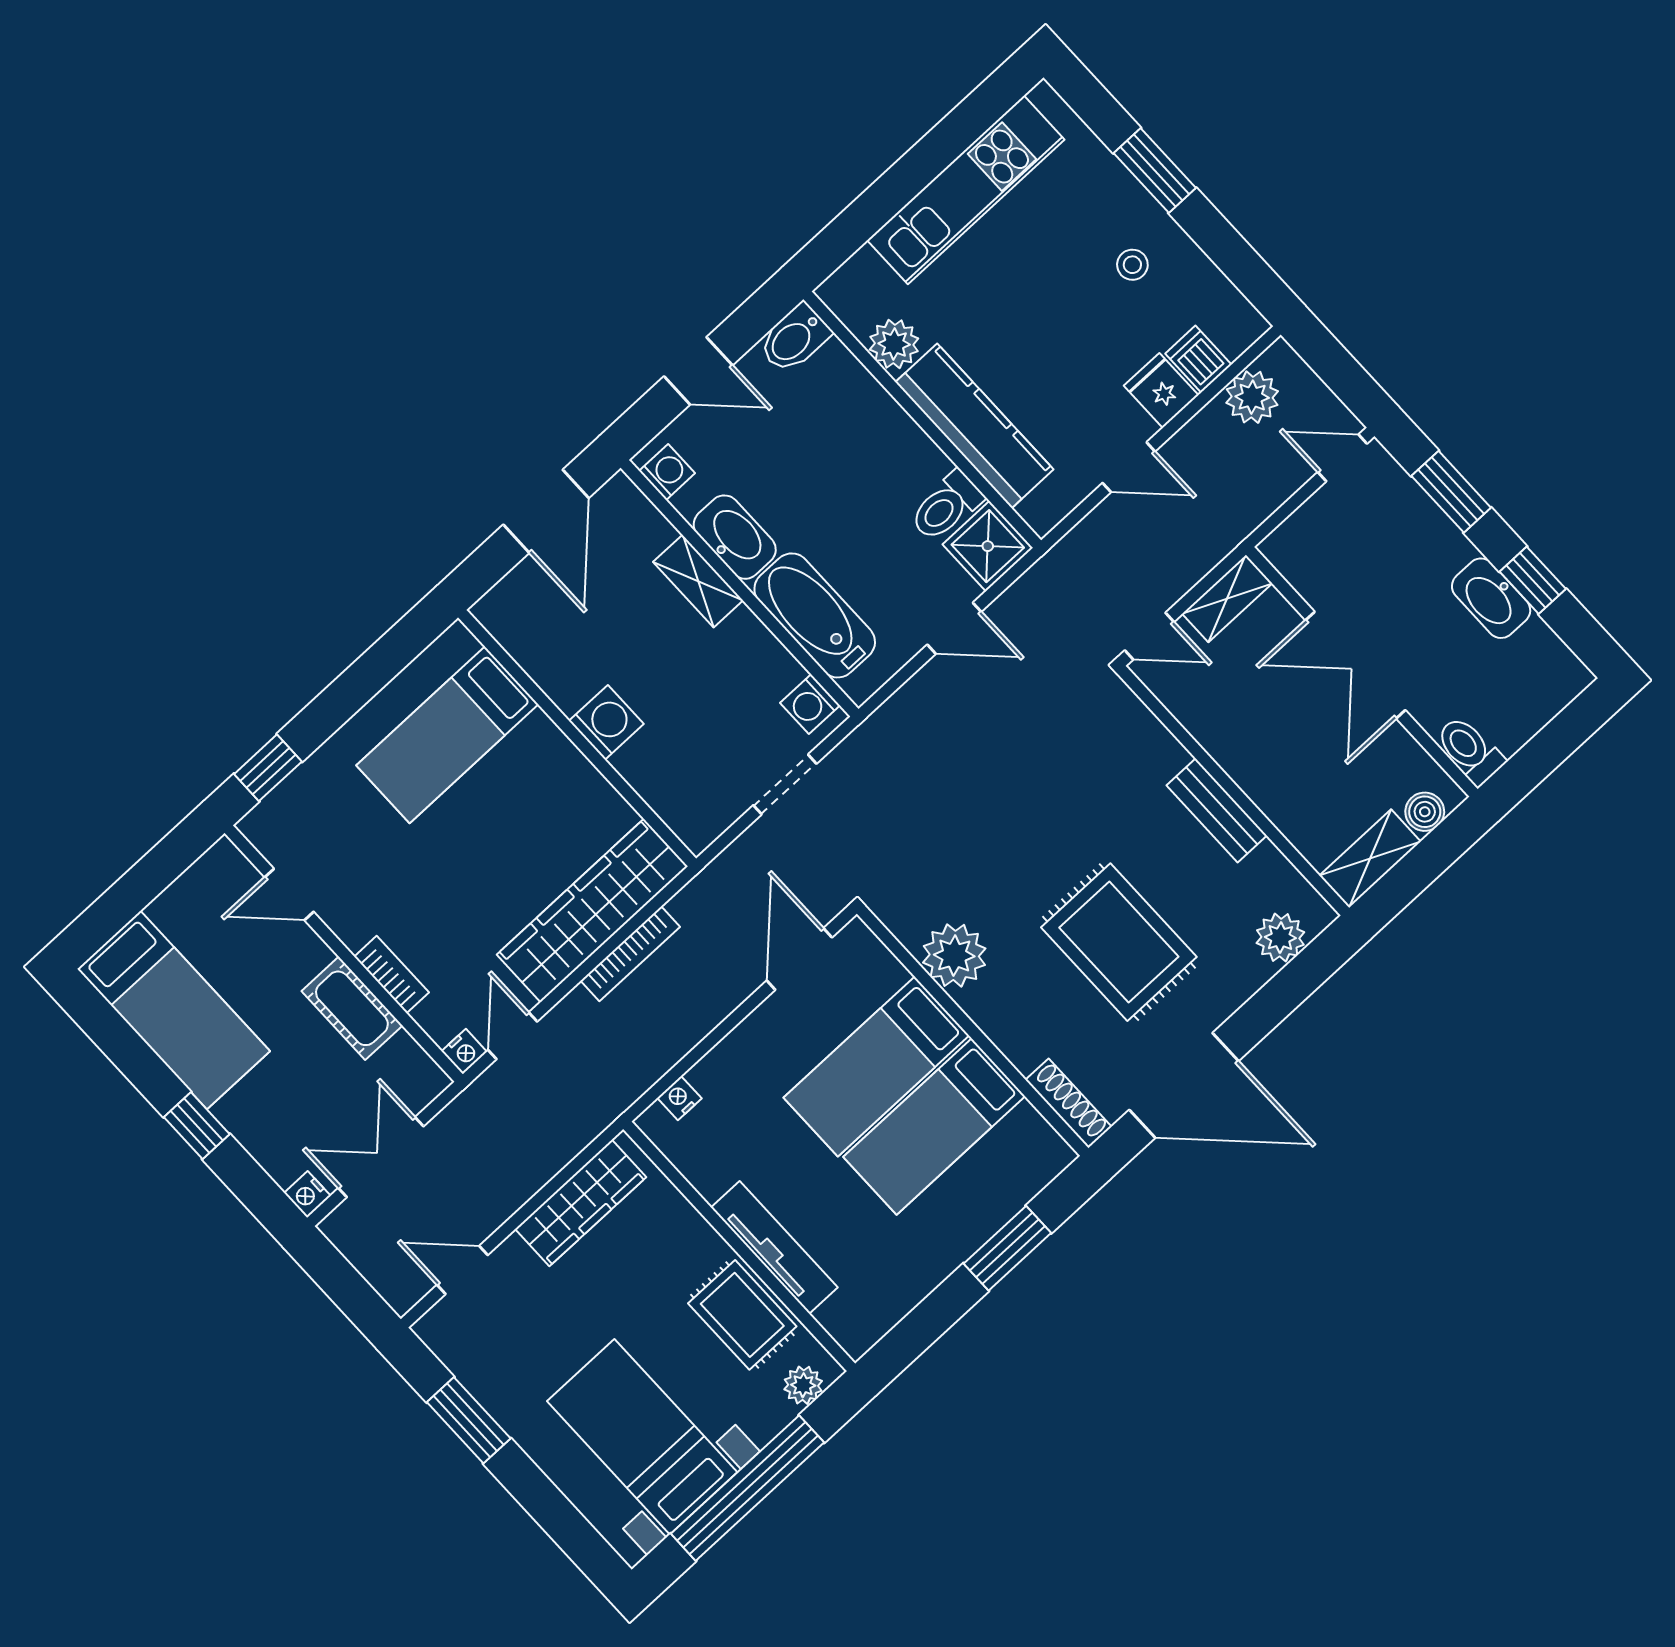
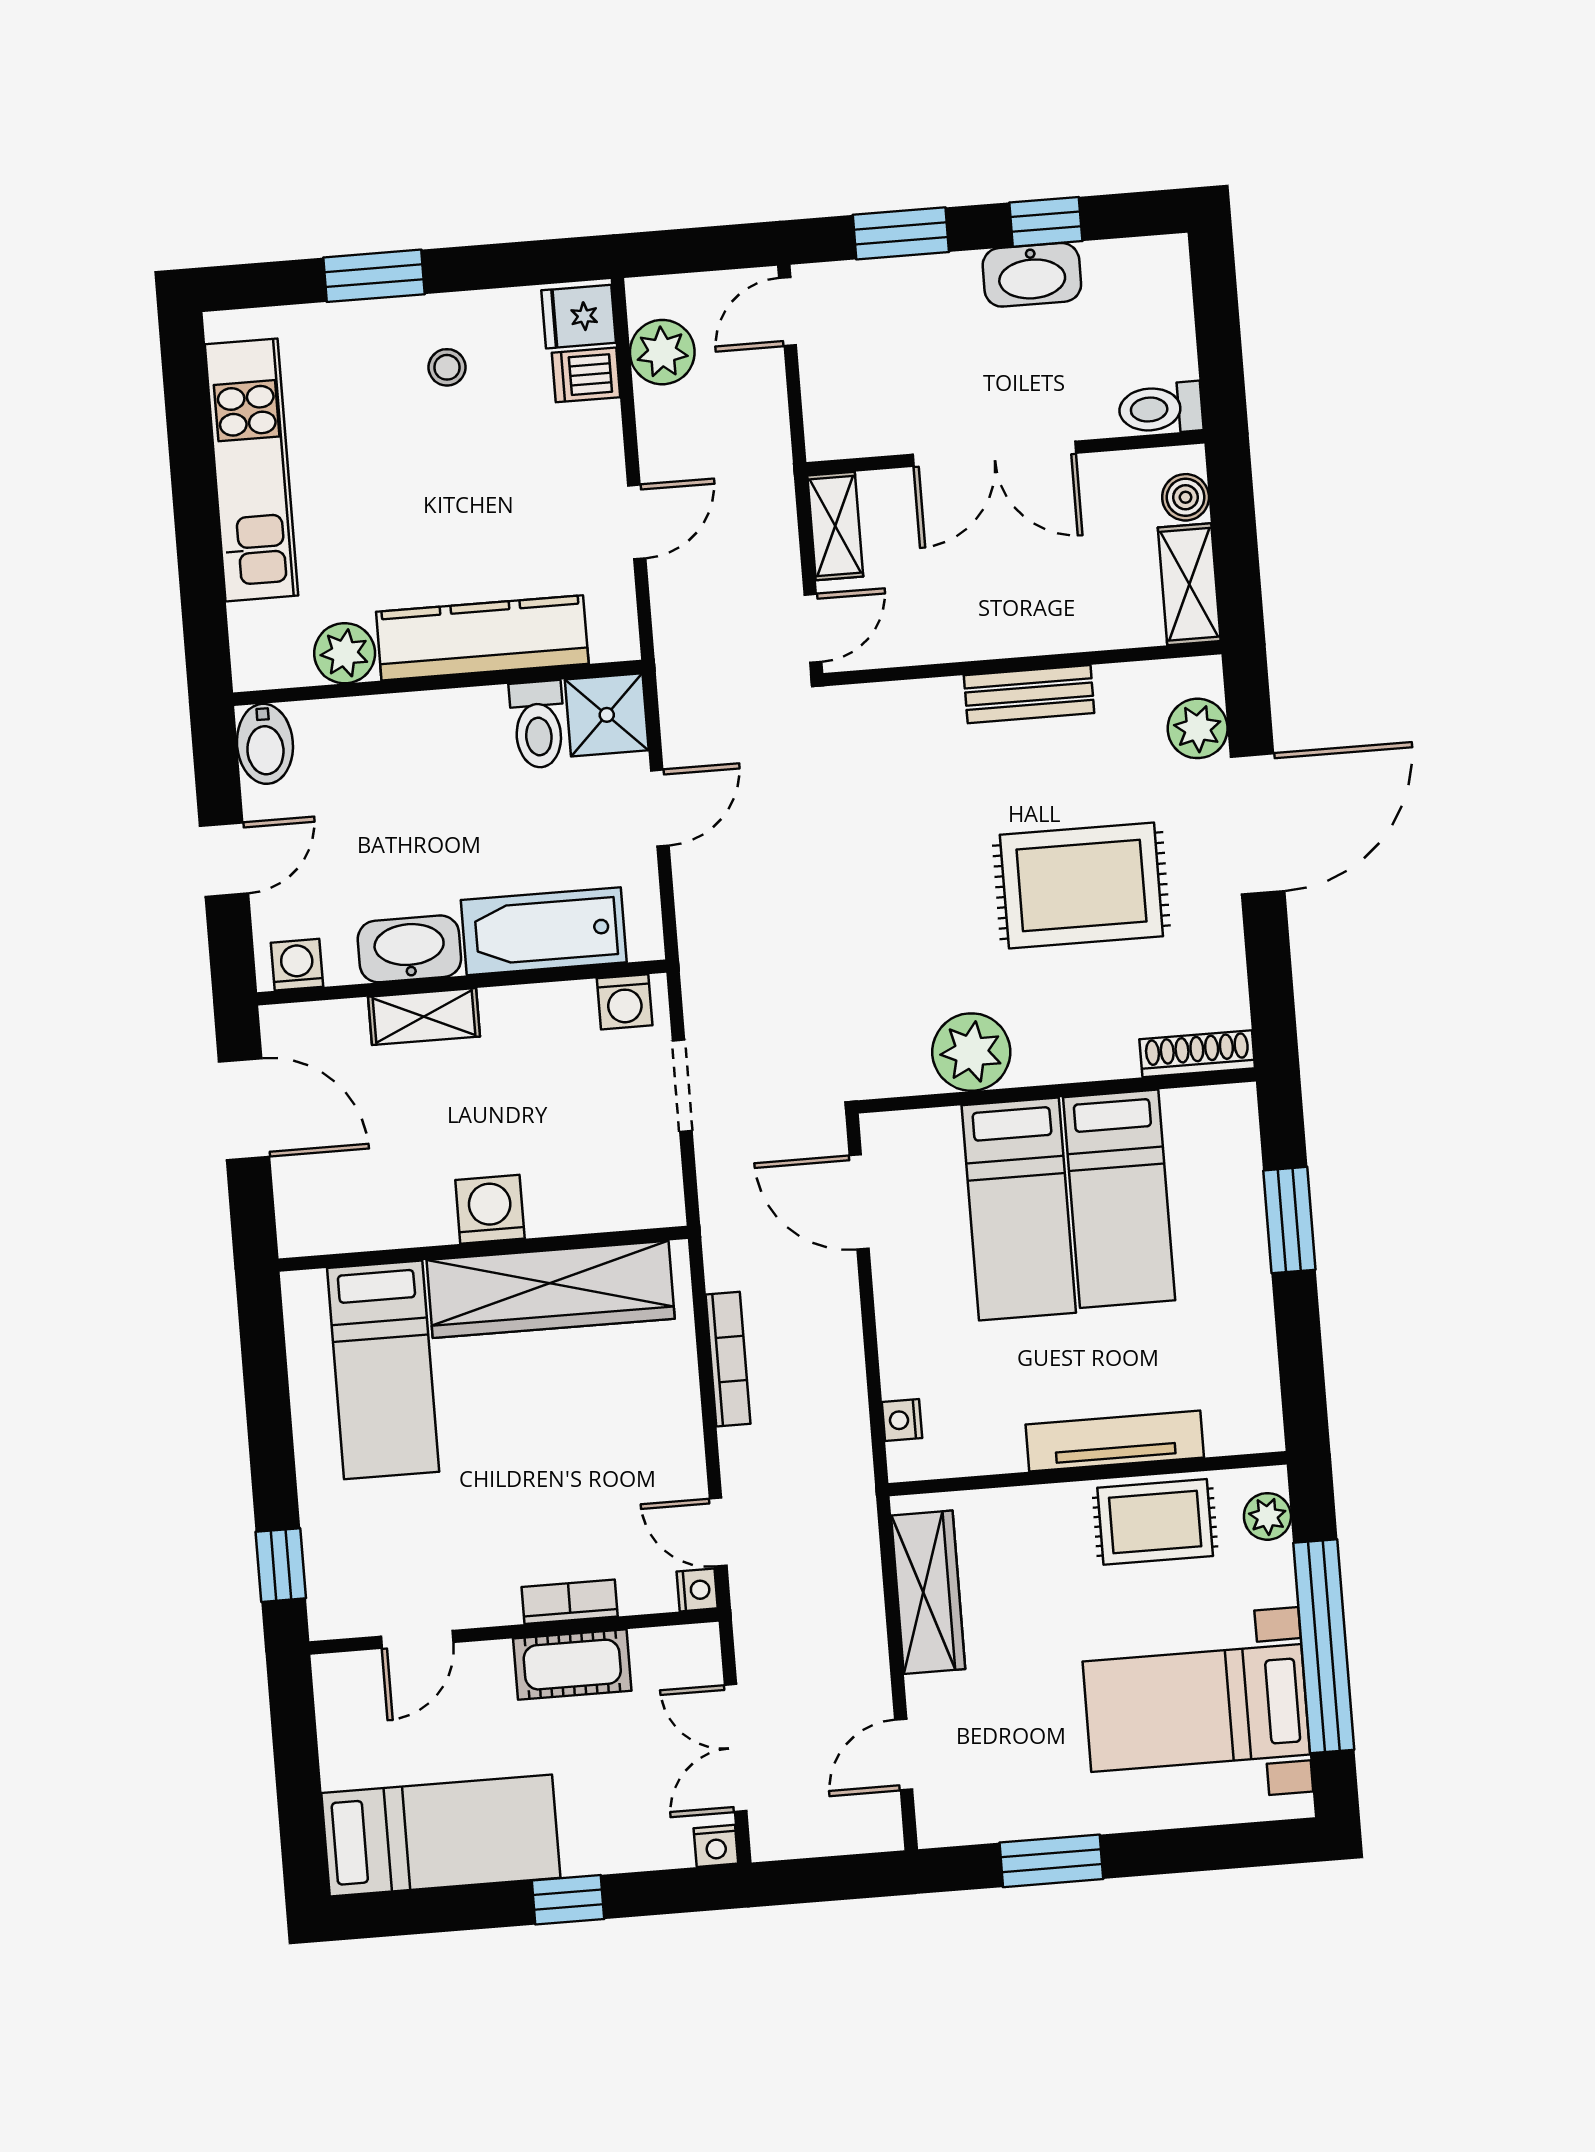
fridge: (1161, 390) -> (579, 317), moved
wardrobe: (592, 910) -> (551, 1289), moved, turned -90
door: (1184, 1085) -> (1258, 824), moved

